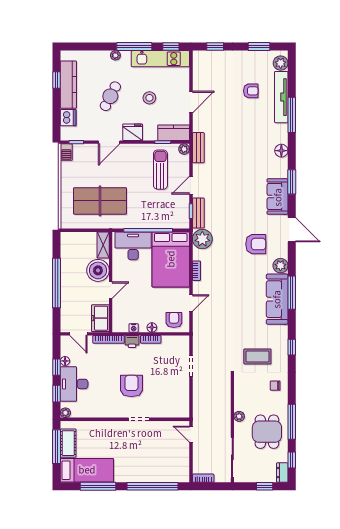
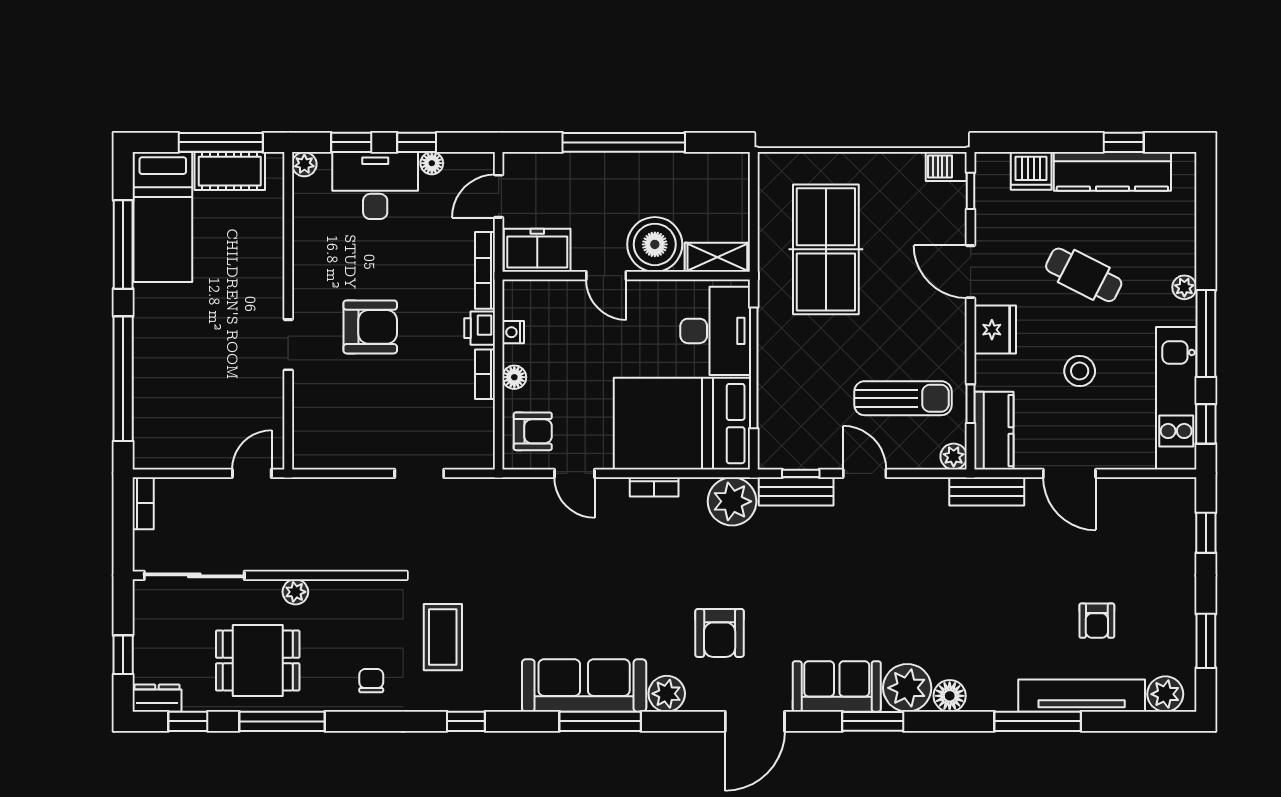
bench: (198, 148) -> (987, 491), moved
plant: (278, 168) -> (907, 688), added

